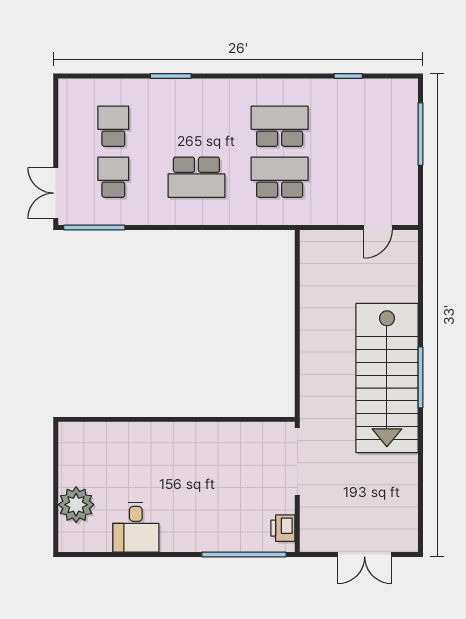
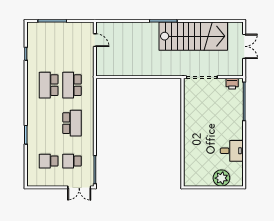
stairs: (387, 378) -> (193, 36), moved

